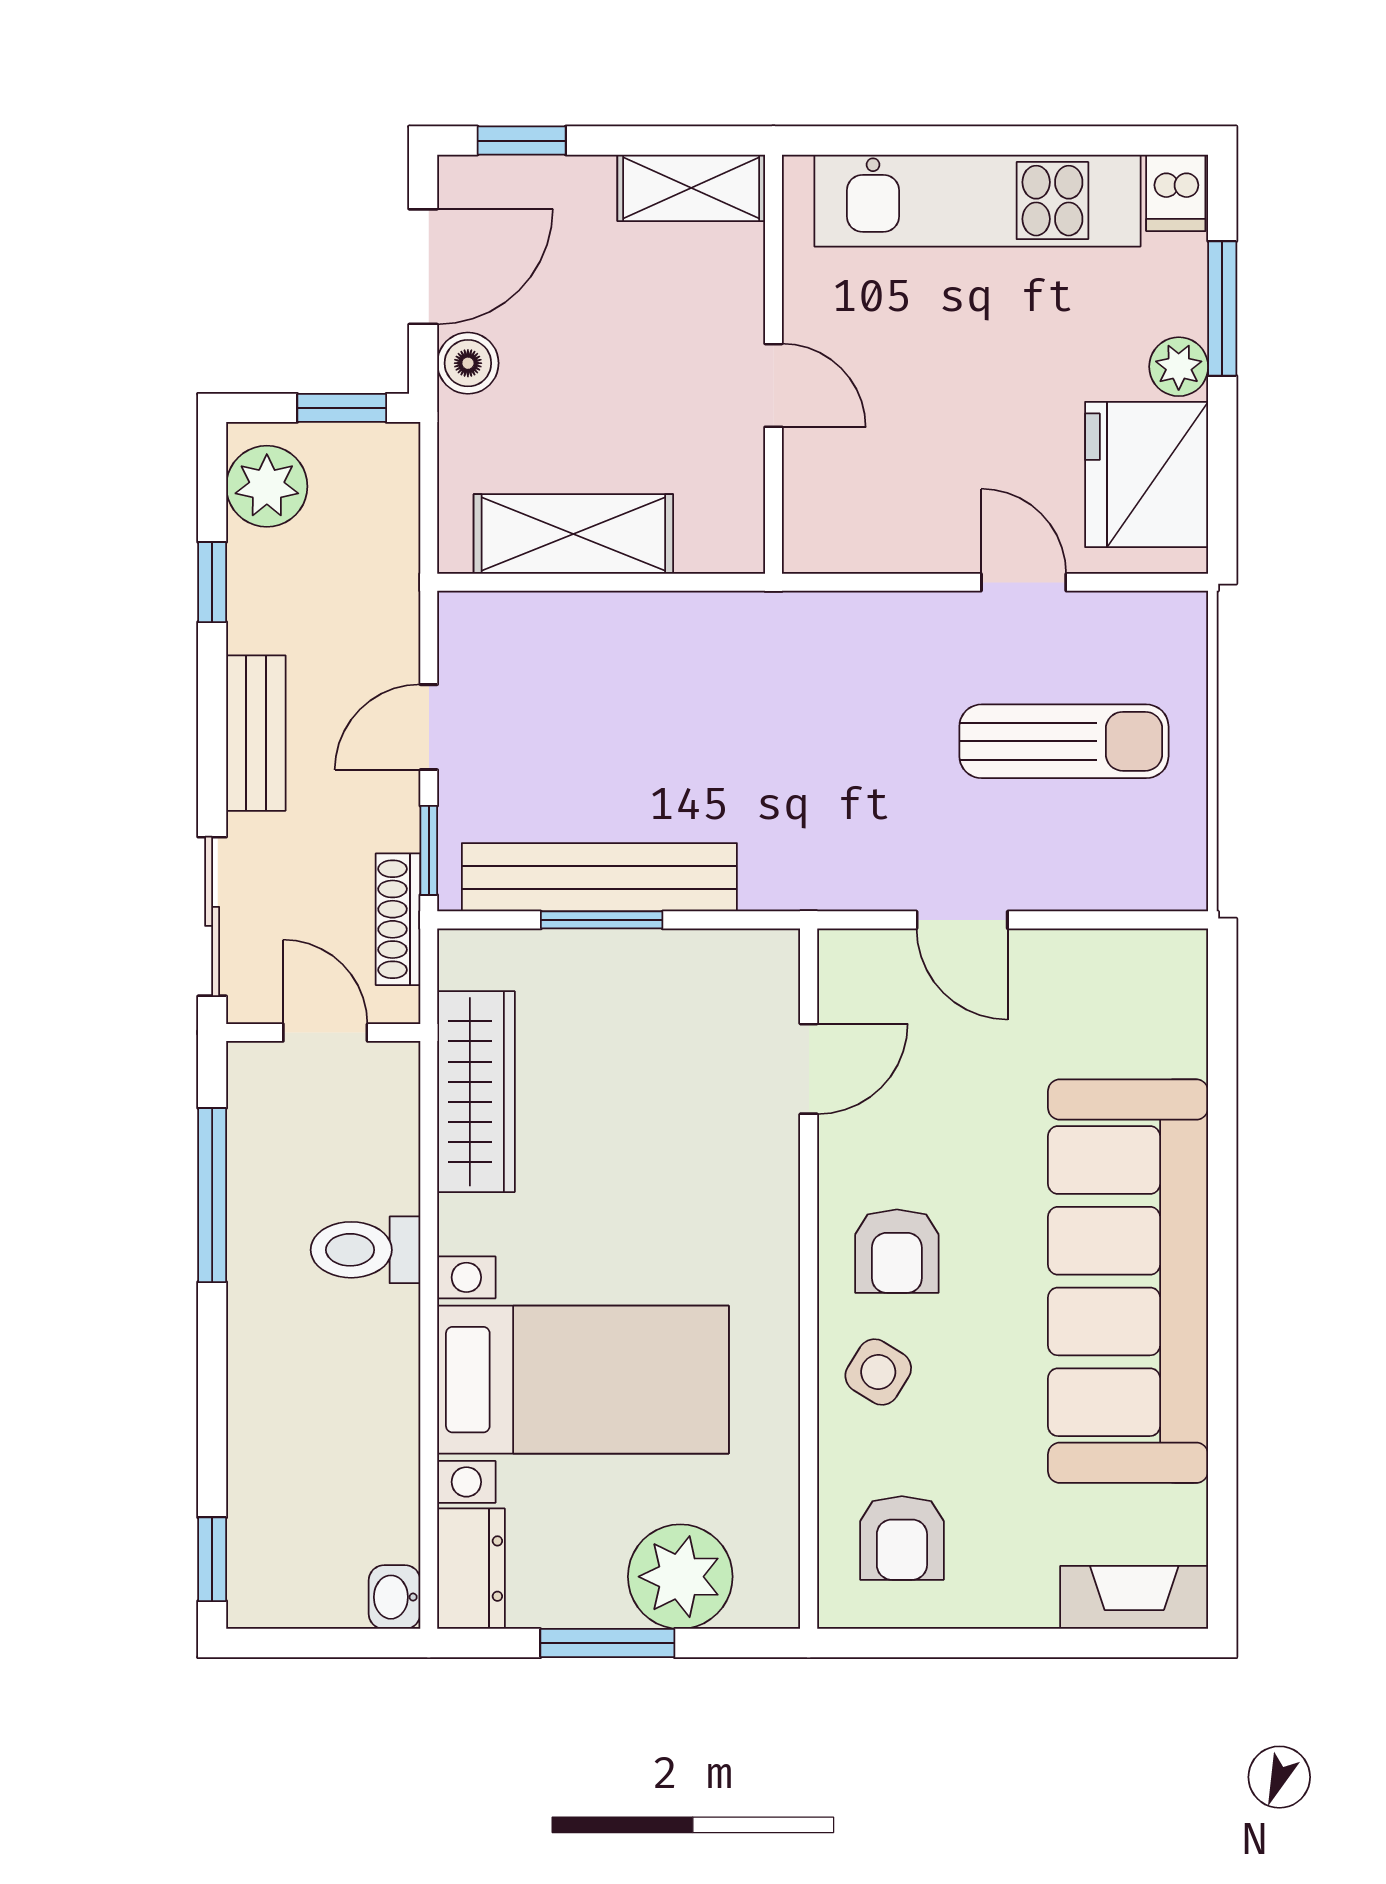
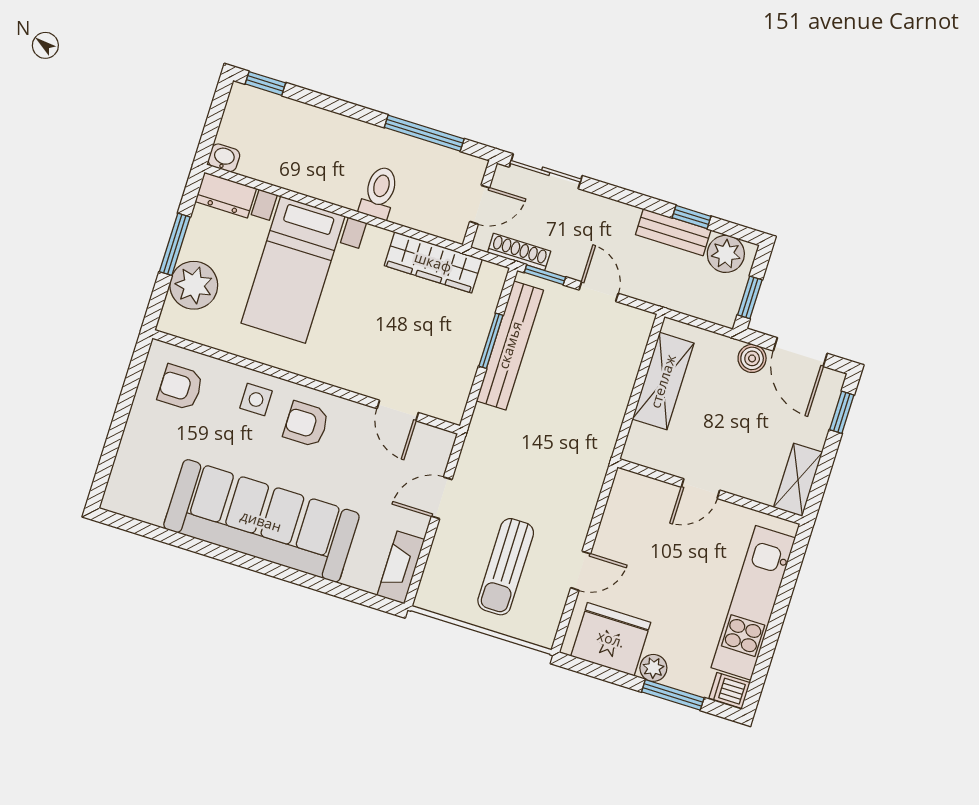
bench: (256, 733) -> (673, 232), moved
side table: (878, 1372) -> (256, 400), turned -32
fireplace: (1134, 1597) -> (401, 567), moved, turned 180

